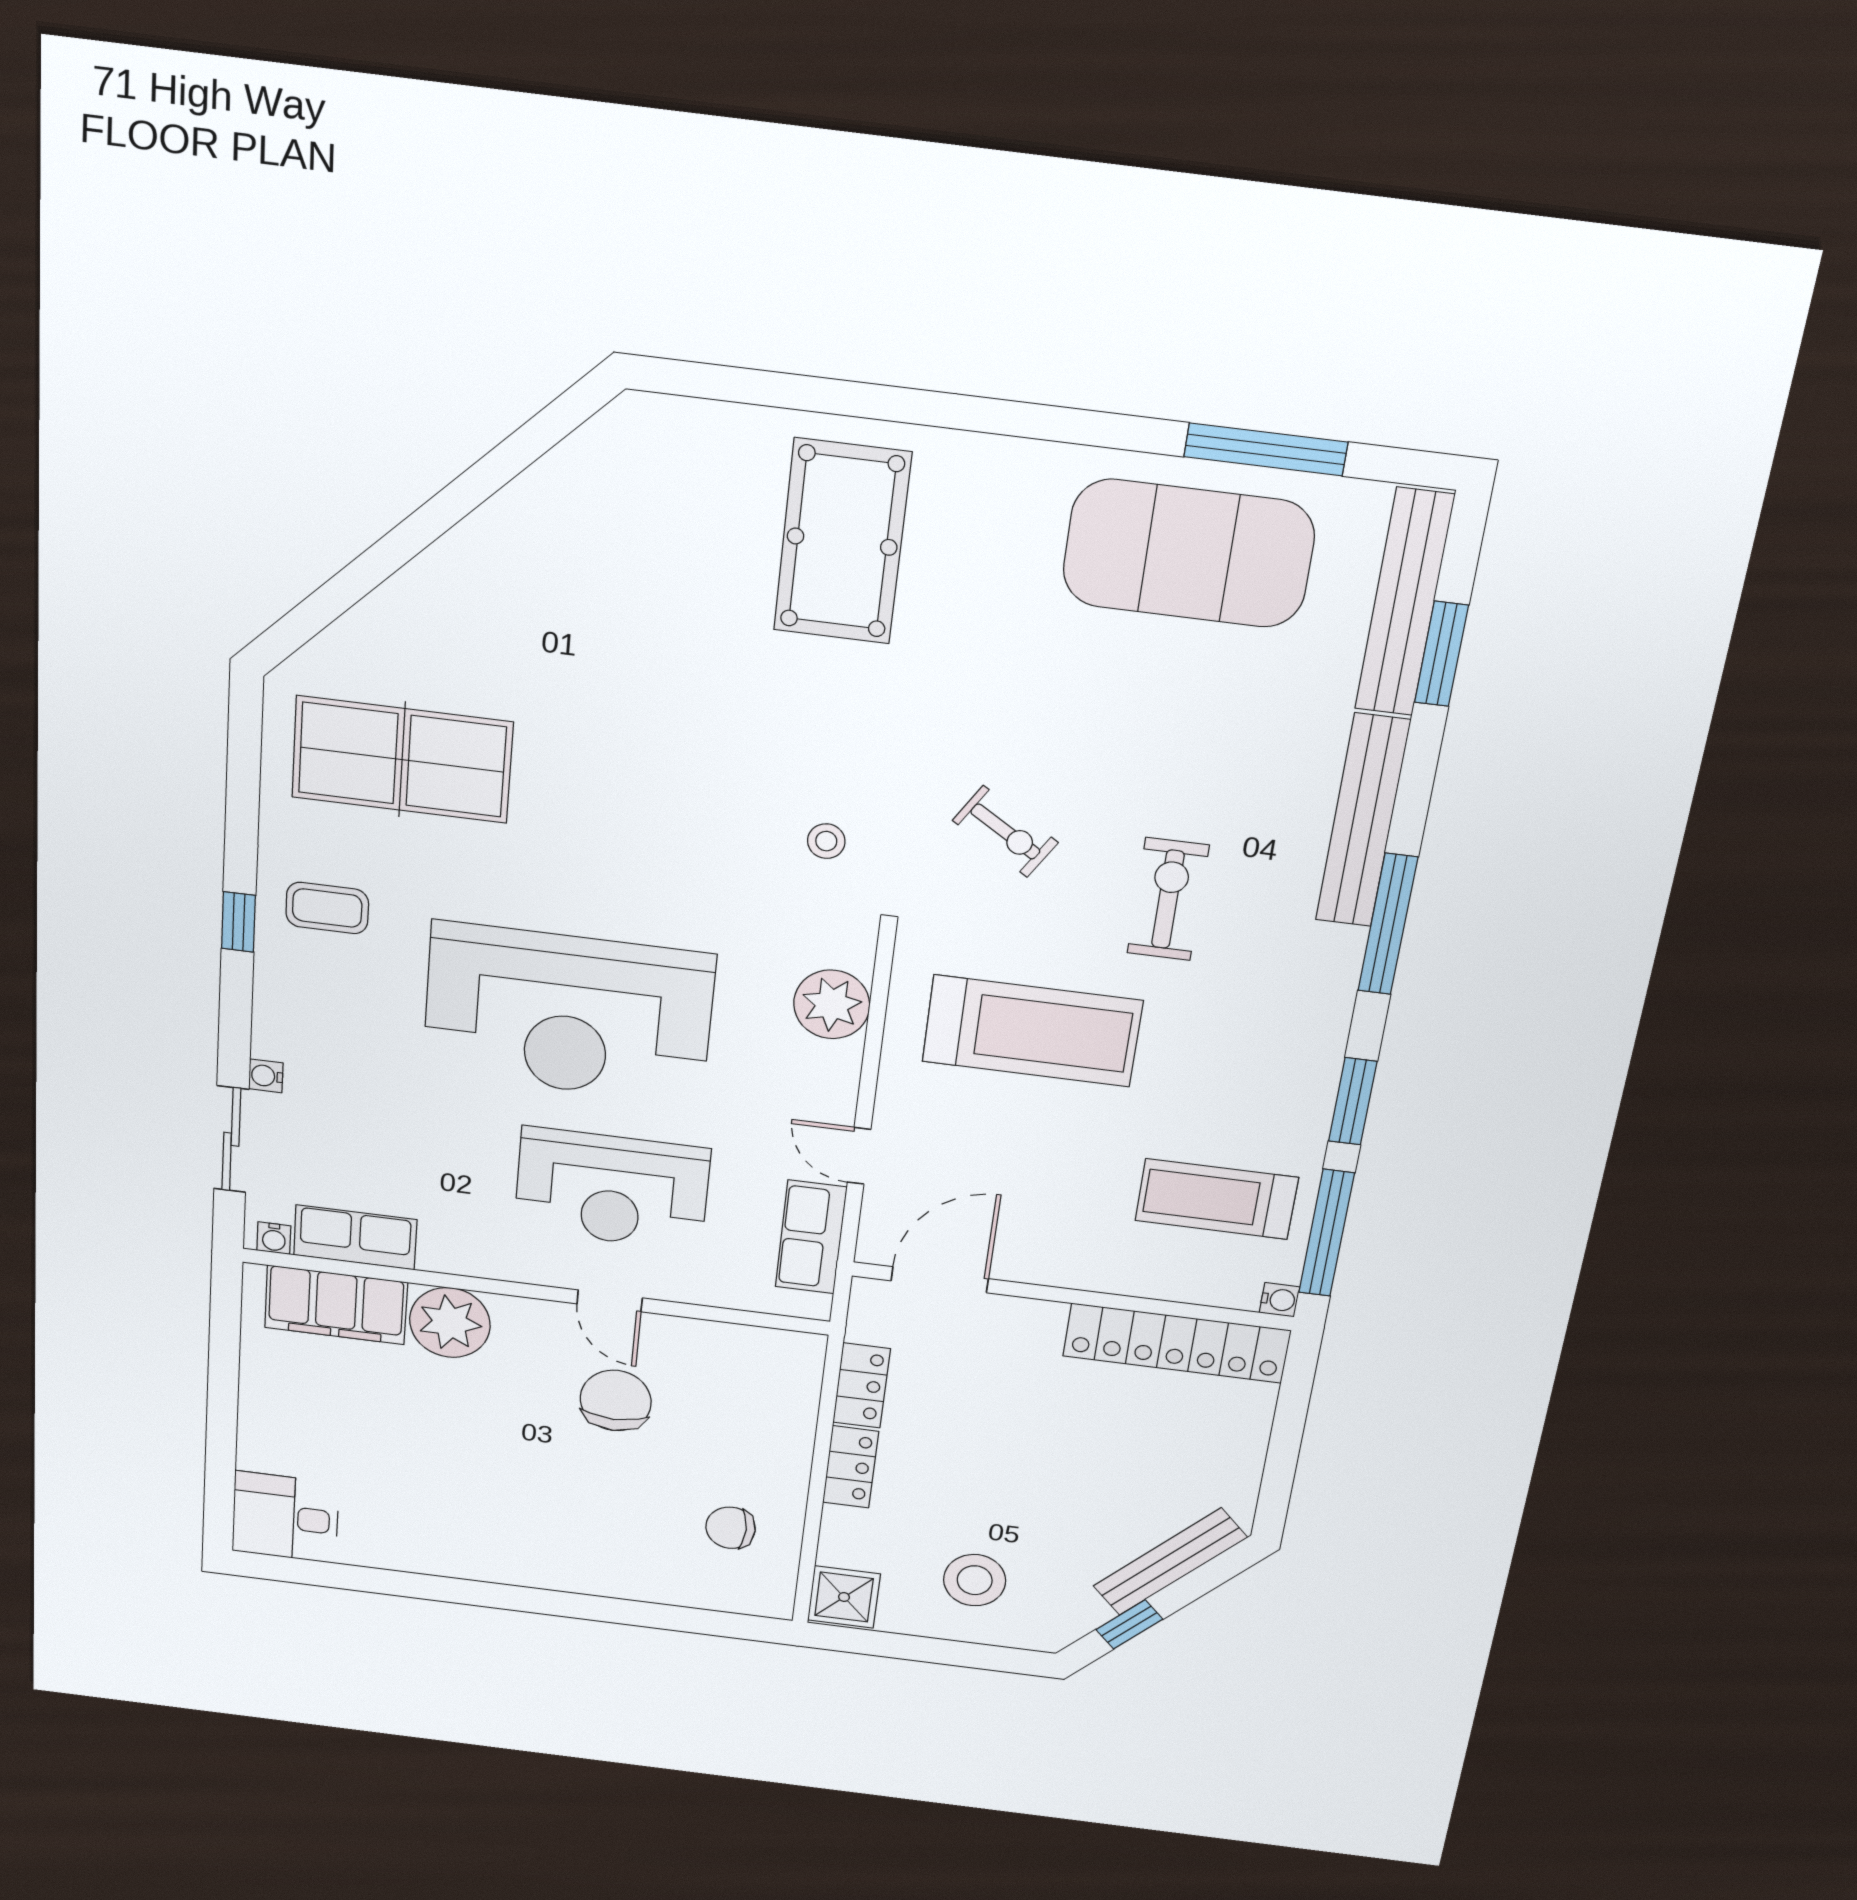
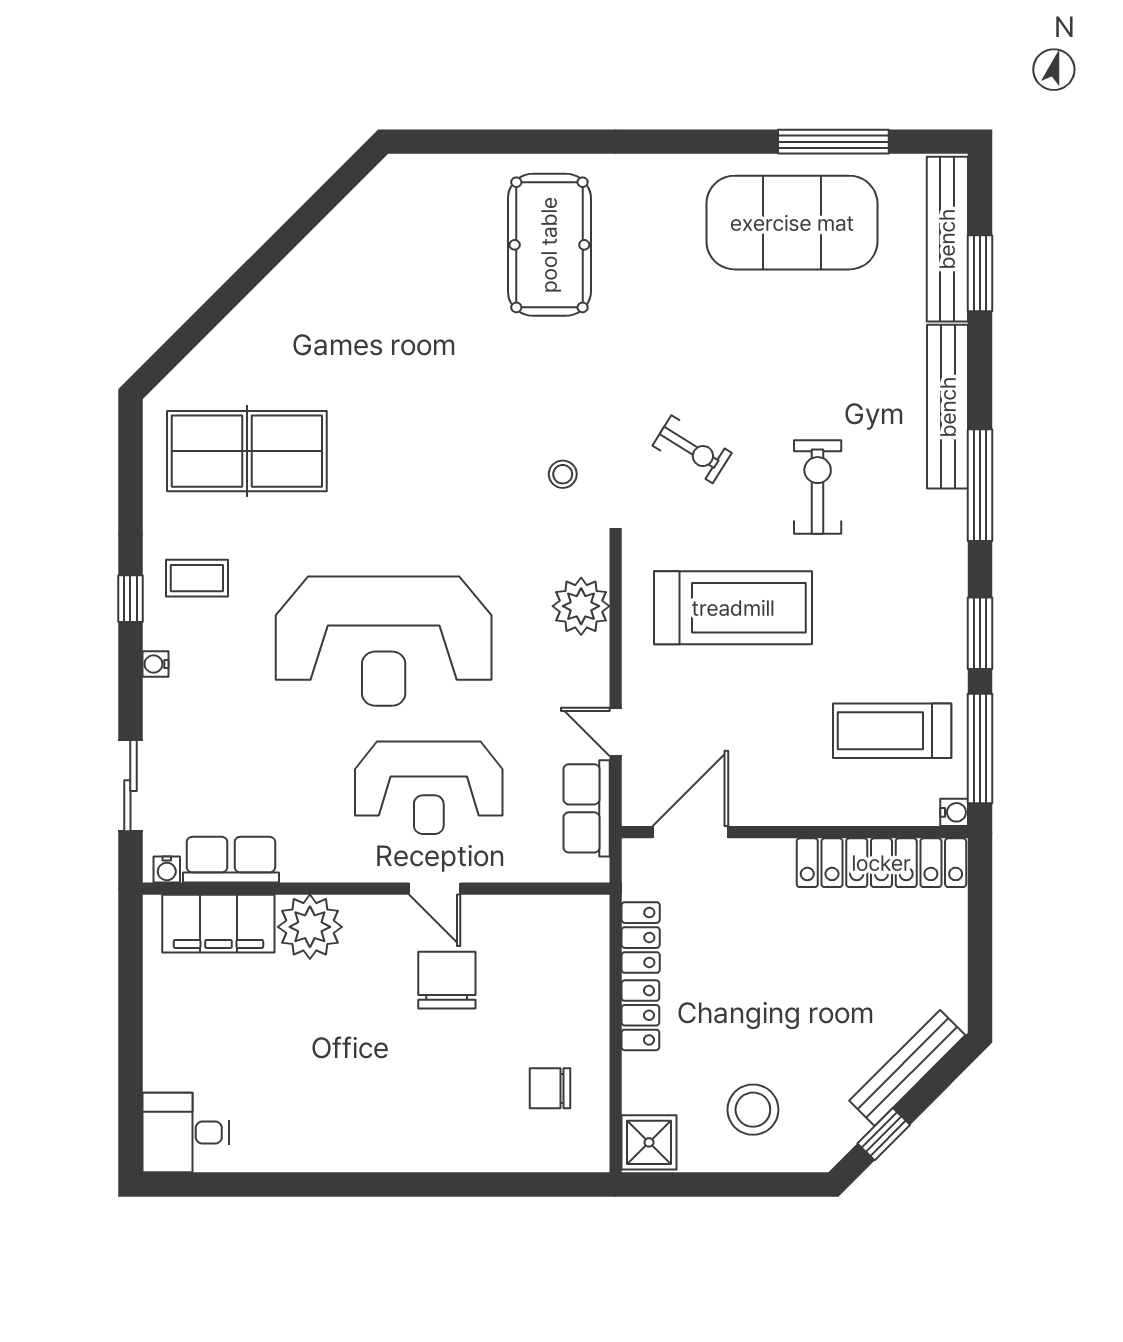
water cooler: (266, 1076) -> (156, 664), moved

